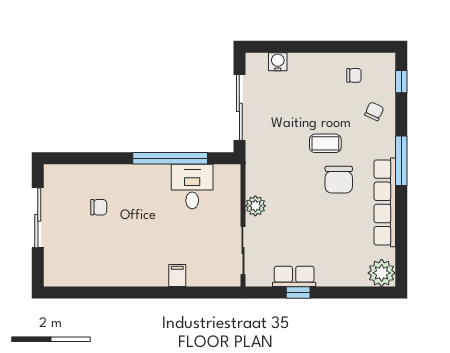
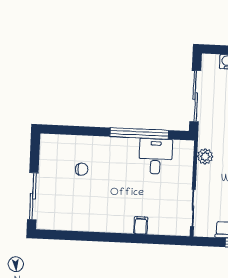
plant: (255, 206) -> (205, 156), moved
sliding door: (38, 218) -> (33, 196), moved

